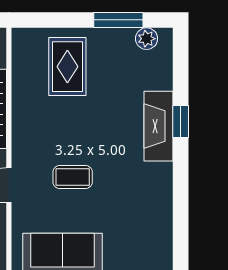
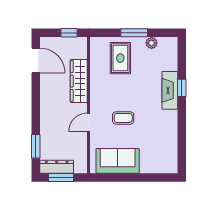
window: (118, 20) -> (134, 33), moved
plant: (147, 39) -> (152, 43), moved

